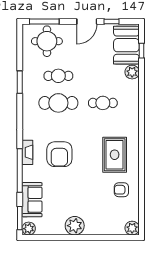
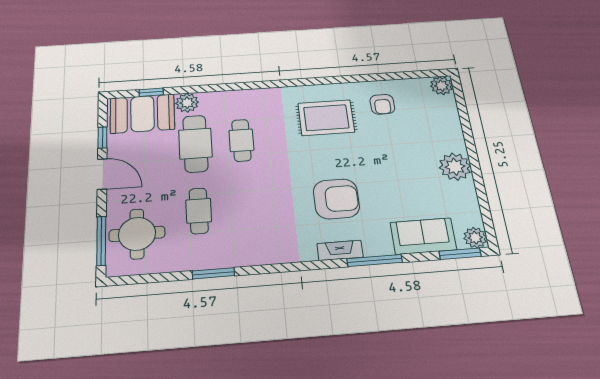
cafe table: (58, 103) -> (195, 144), moved
window: (20, 171) -> (375, 260), width x0.68

